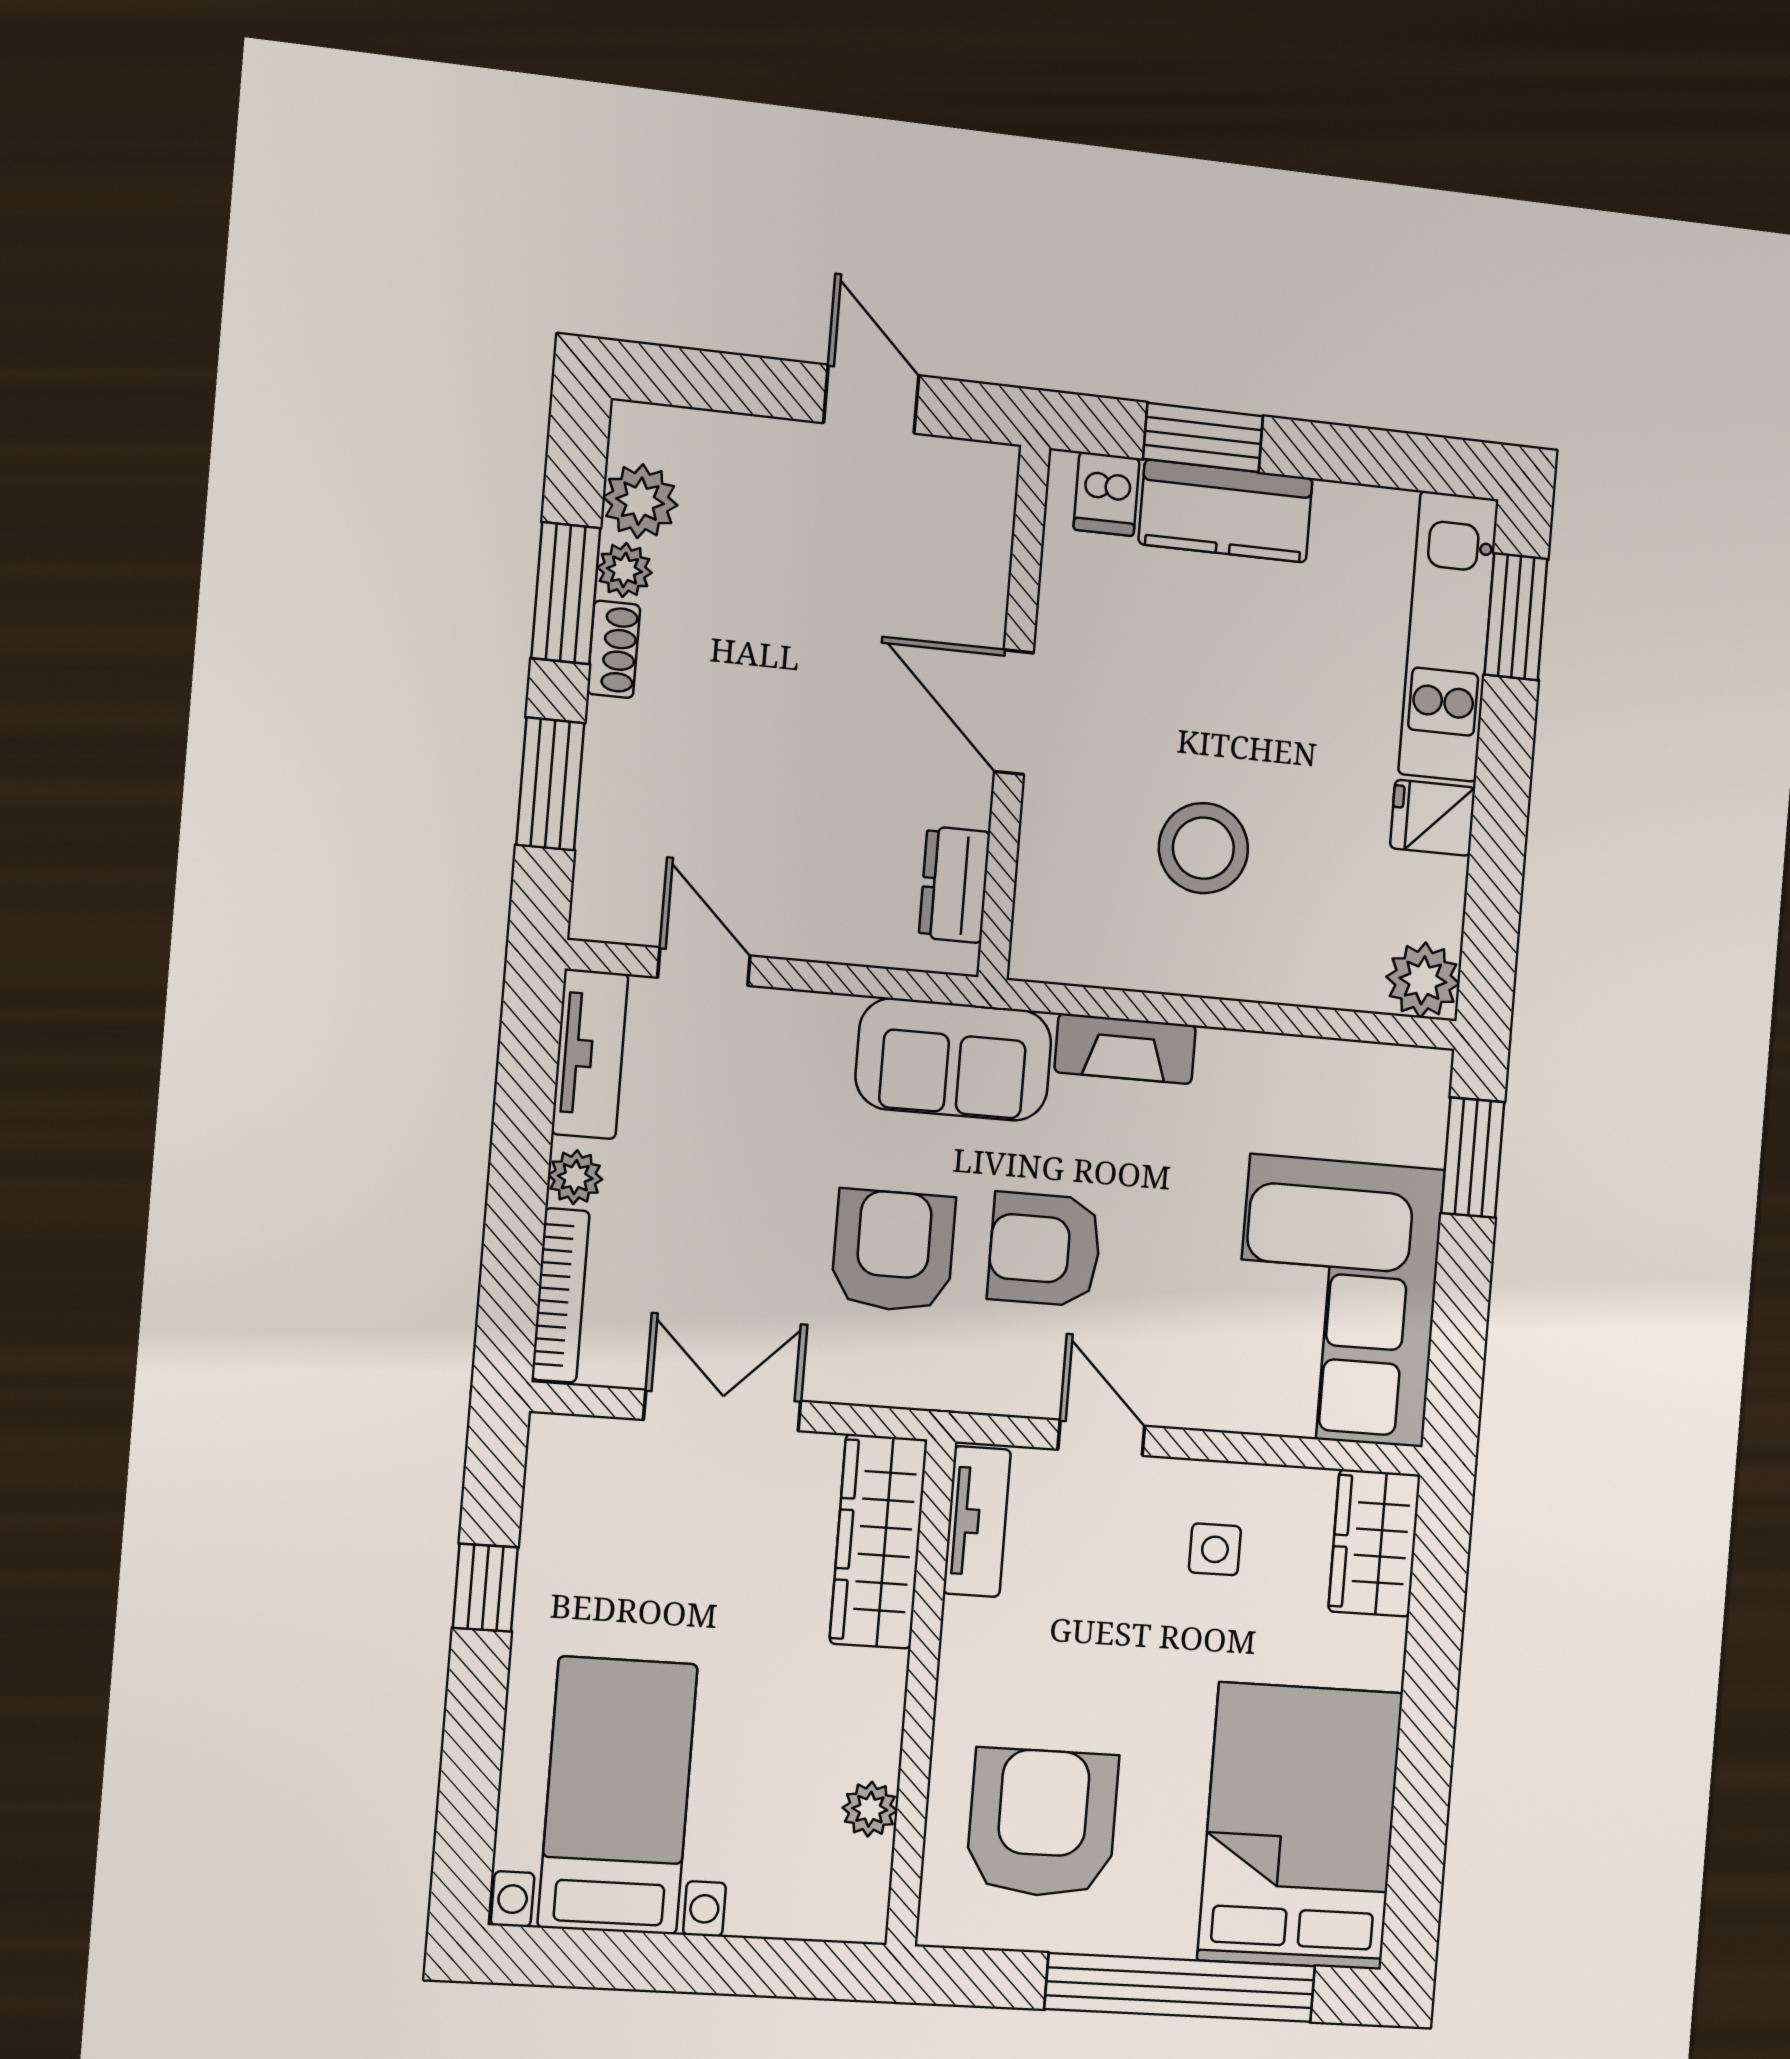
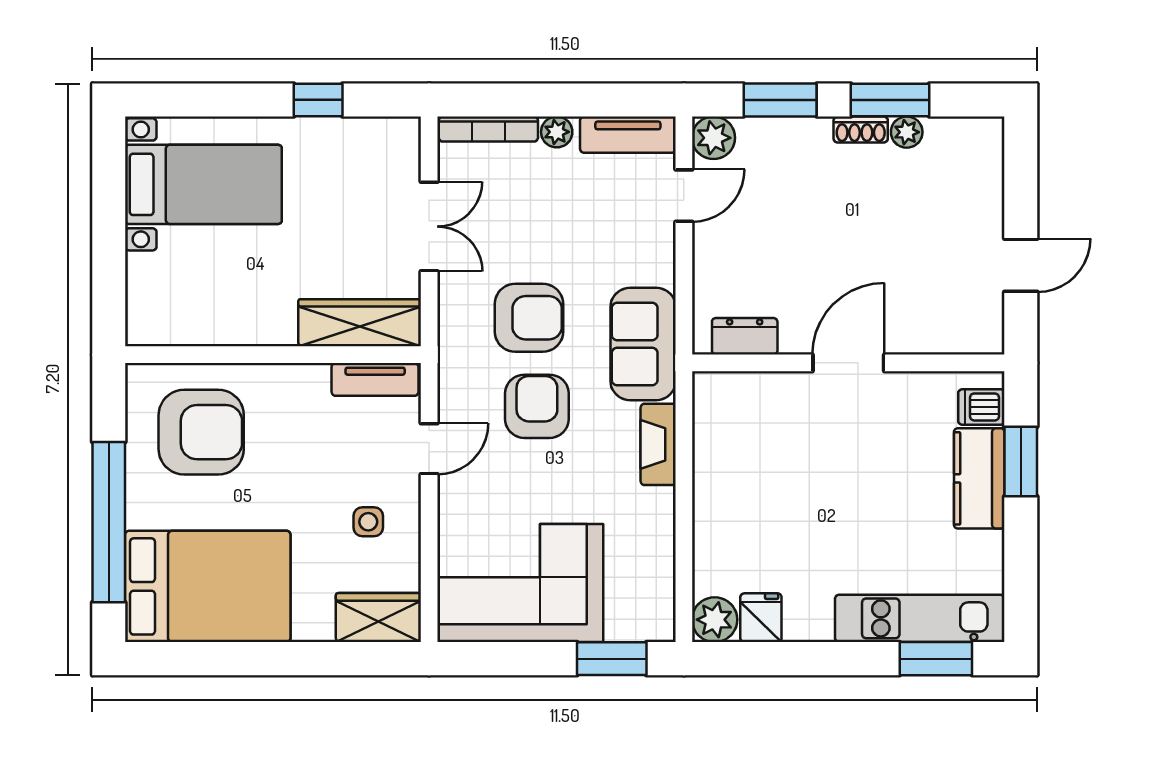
plant: (640, 501) -> (713, 138), moved
fridge: (1433, 818) -> (761, 618), moved
stool: (1203, 848) -> (780, 481), removed
plant: (870, 1809) -> (204, 330), removed

